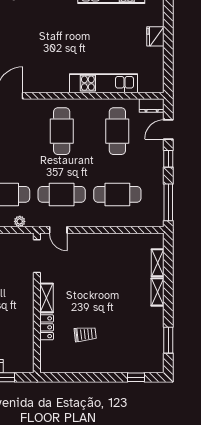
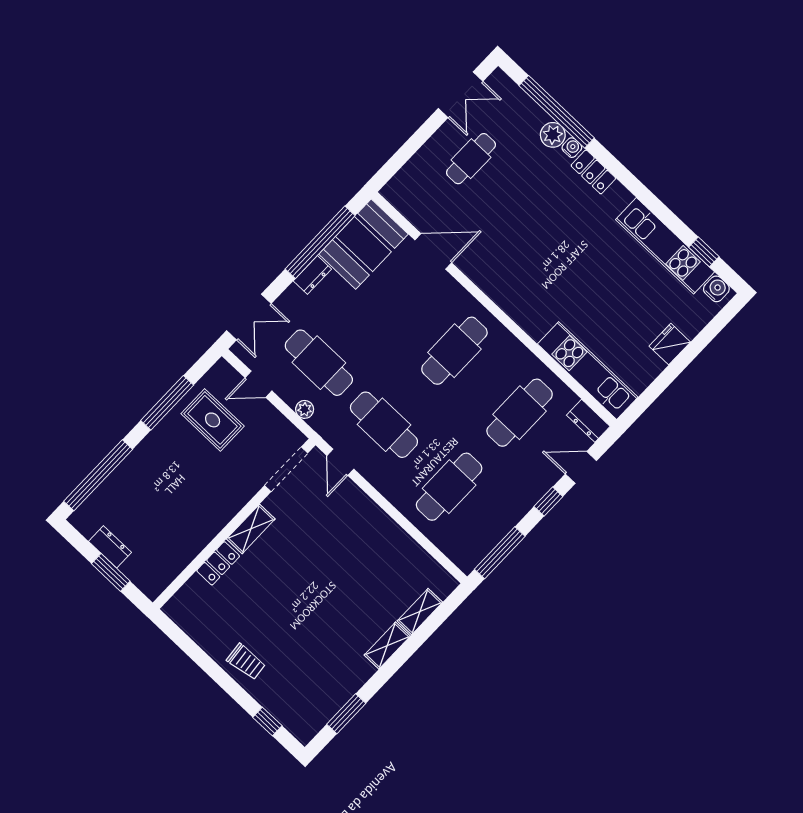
kitchen unit: (103, 83) -> (588, 371), moved
cafe table: (117, 194) -> (449, 487), turned 90
trolley: (85, 334) -> (246, 662), moved

